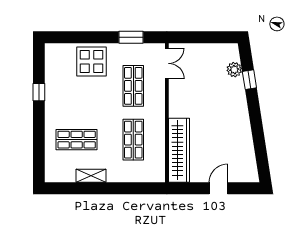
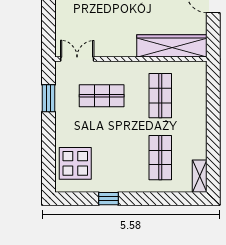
display table: (91, 61) -> (75, 163), moved
shop shelf: (133, 140) -> (160, 96), turned 90
shelving: (91, 176) -> (200, 176), moved

